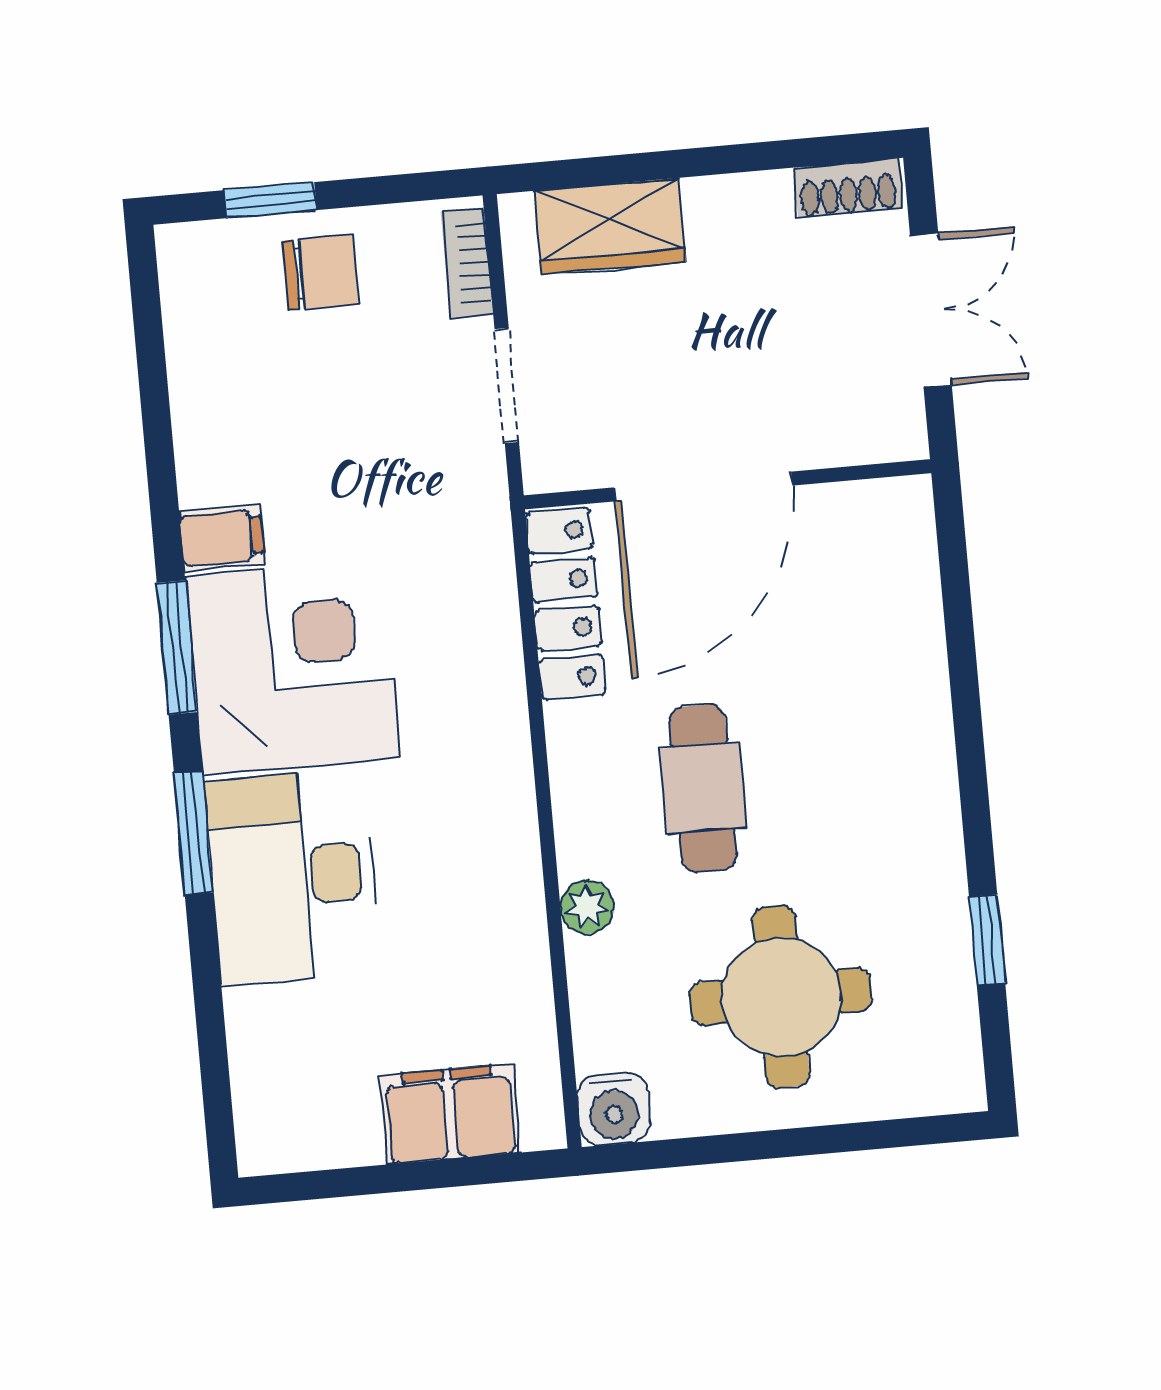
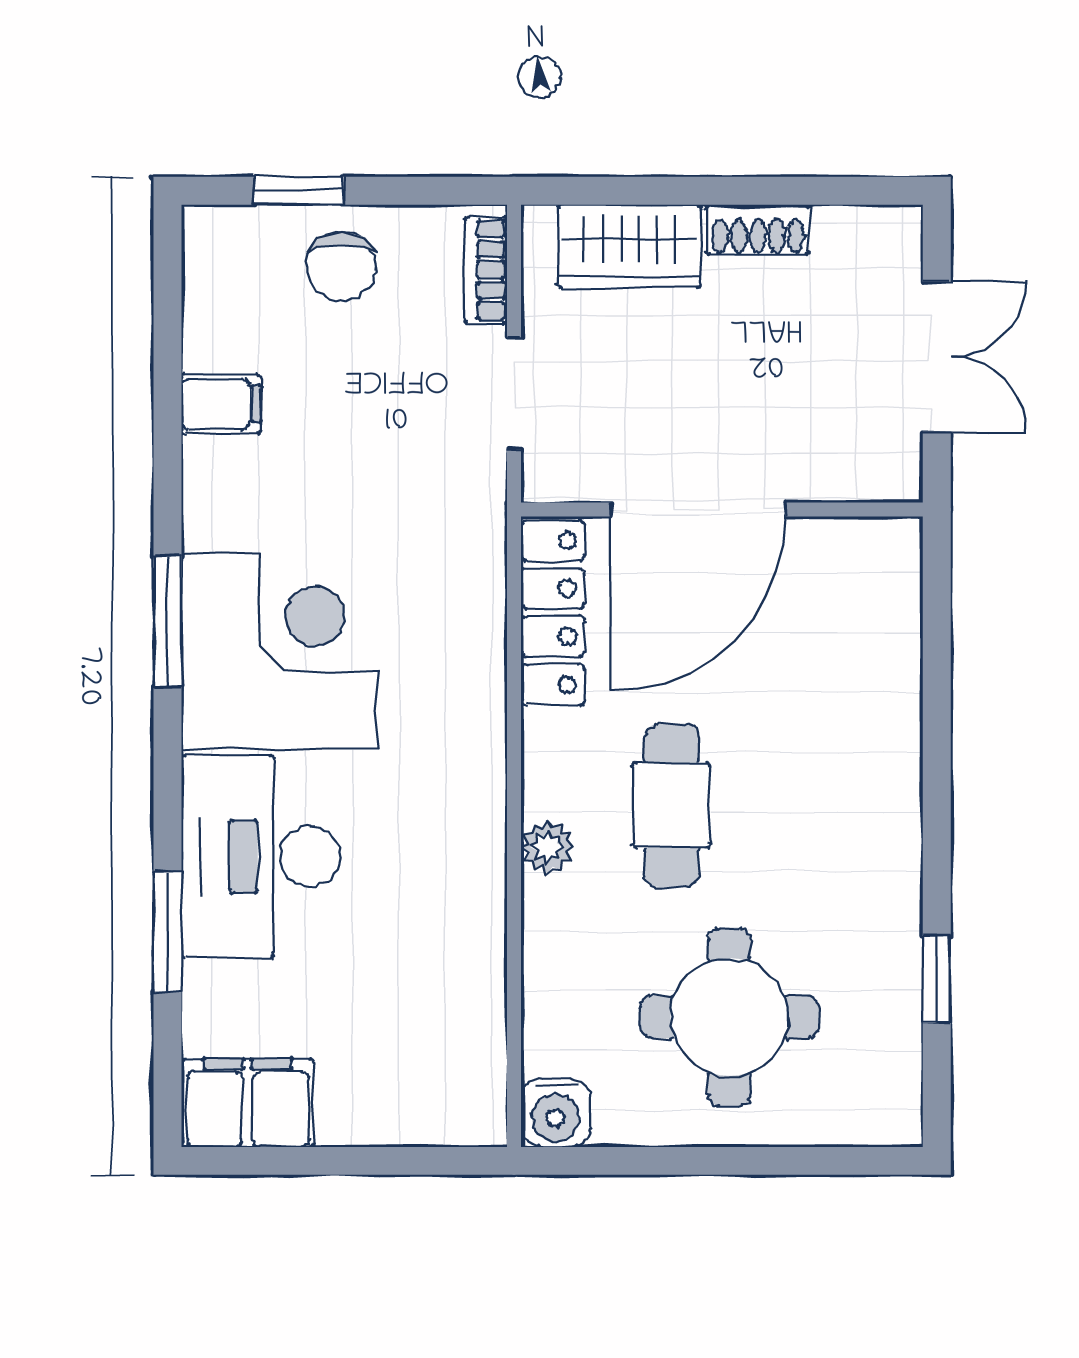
shoe rack: (848, 188) -> (758, 230), moved
chair: (320, 273) -> (341, 266), turned 90
filing cabinet: (222, 538) -> (221, 404), moved
window: (193, 833) -> (168, 931), moved
plant: (587, 907) -> (547, 847), moved
filing cabinet: (450, 1114) -> (248, 1103), moved

